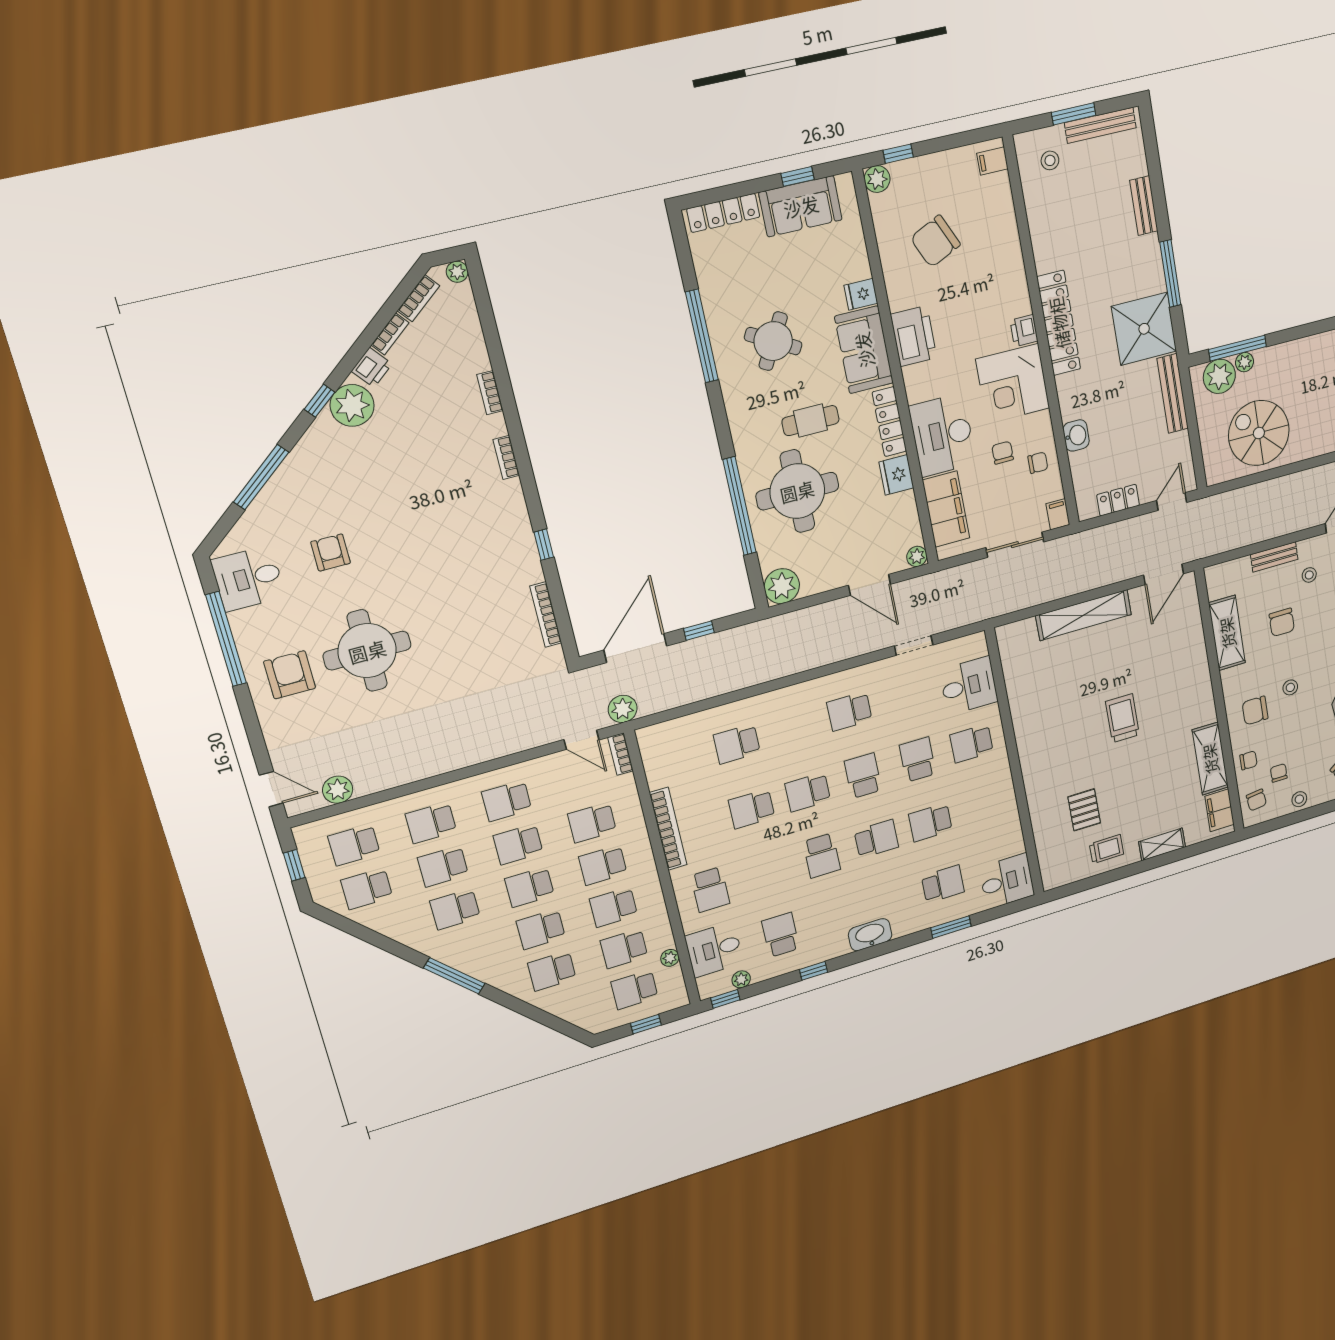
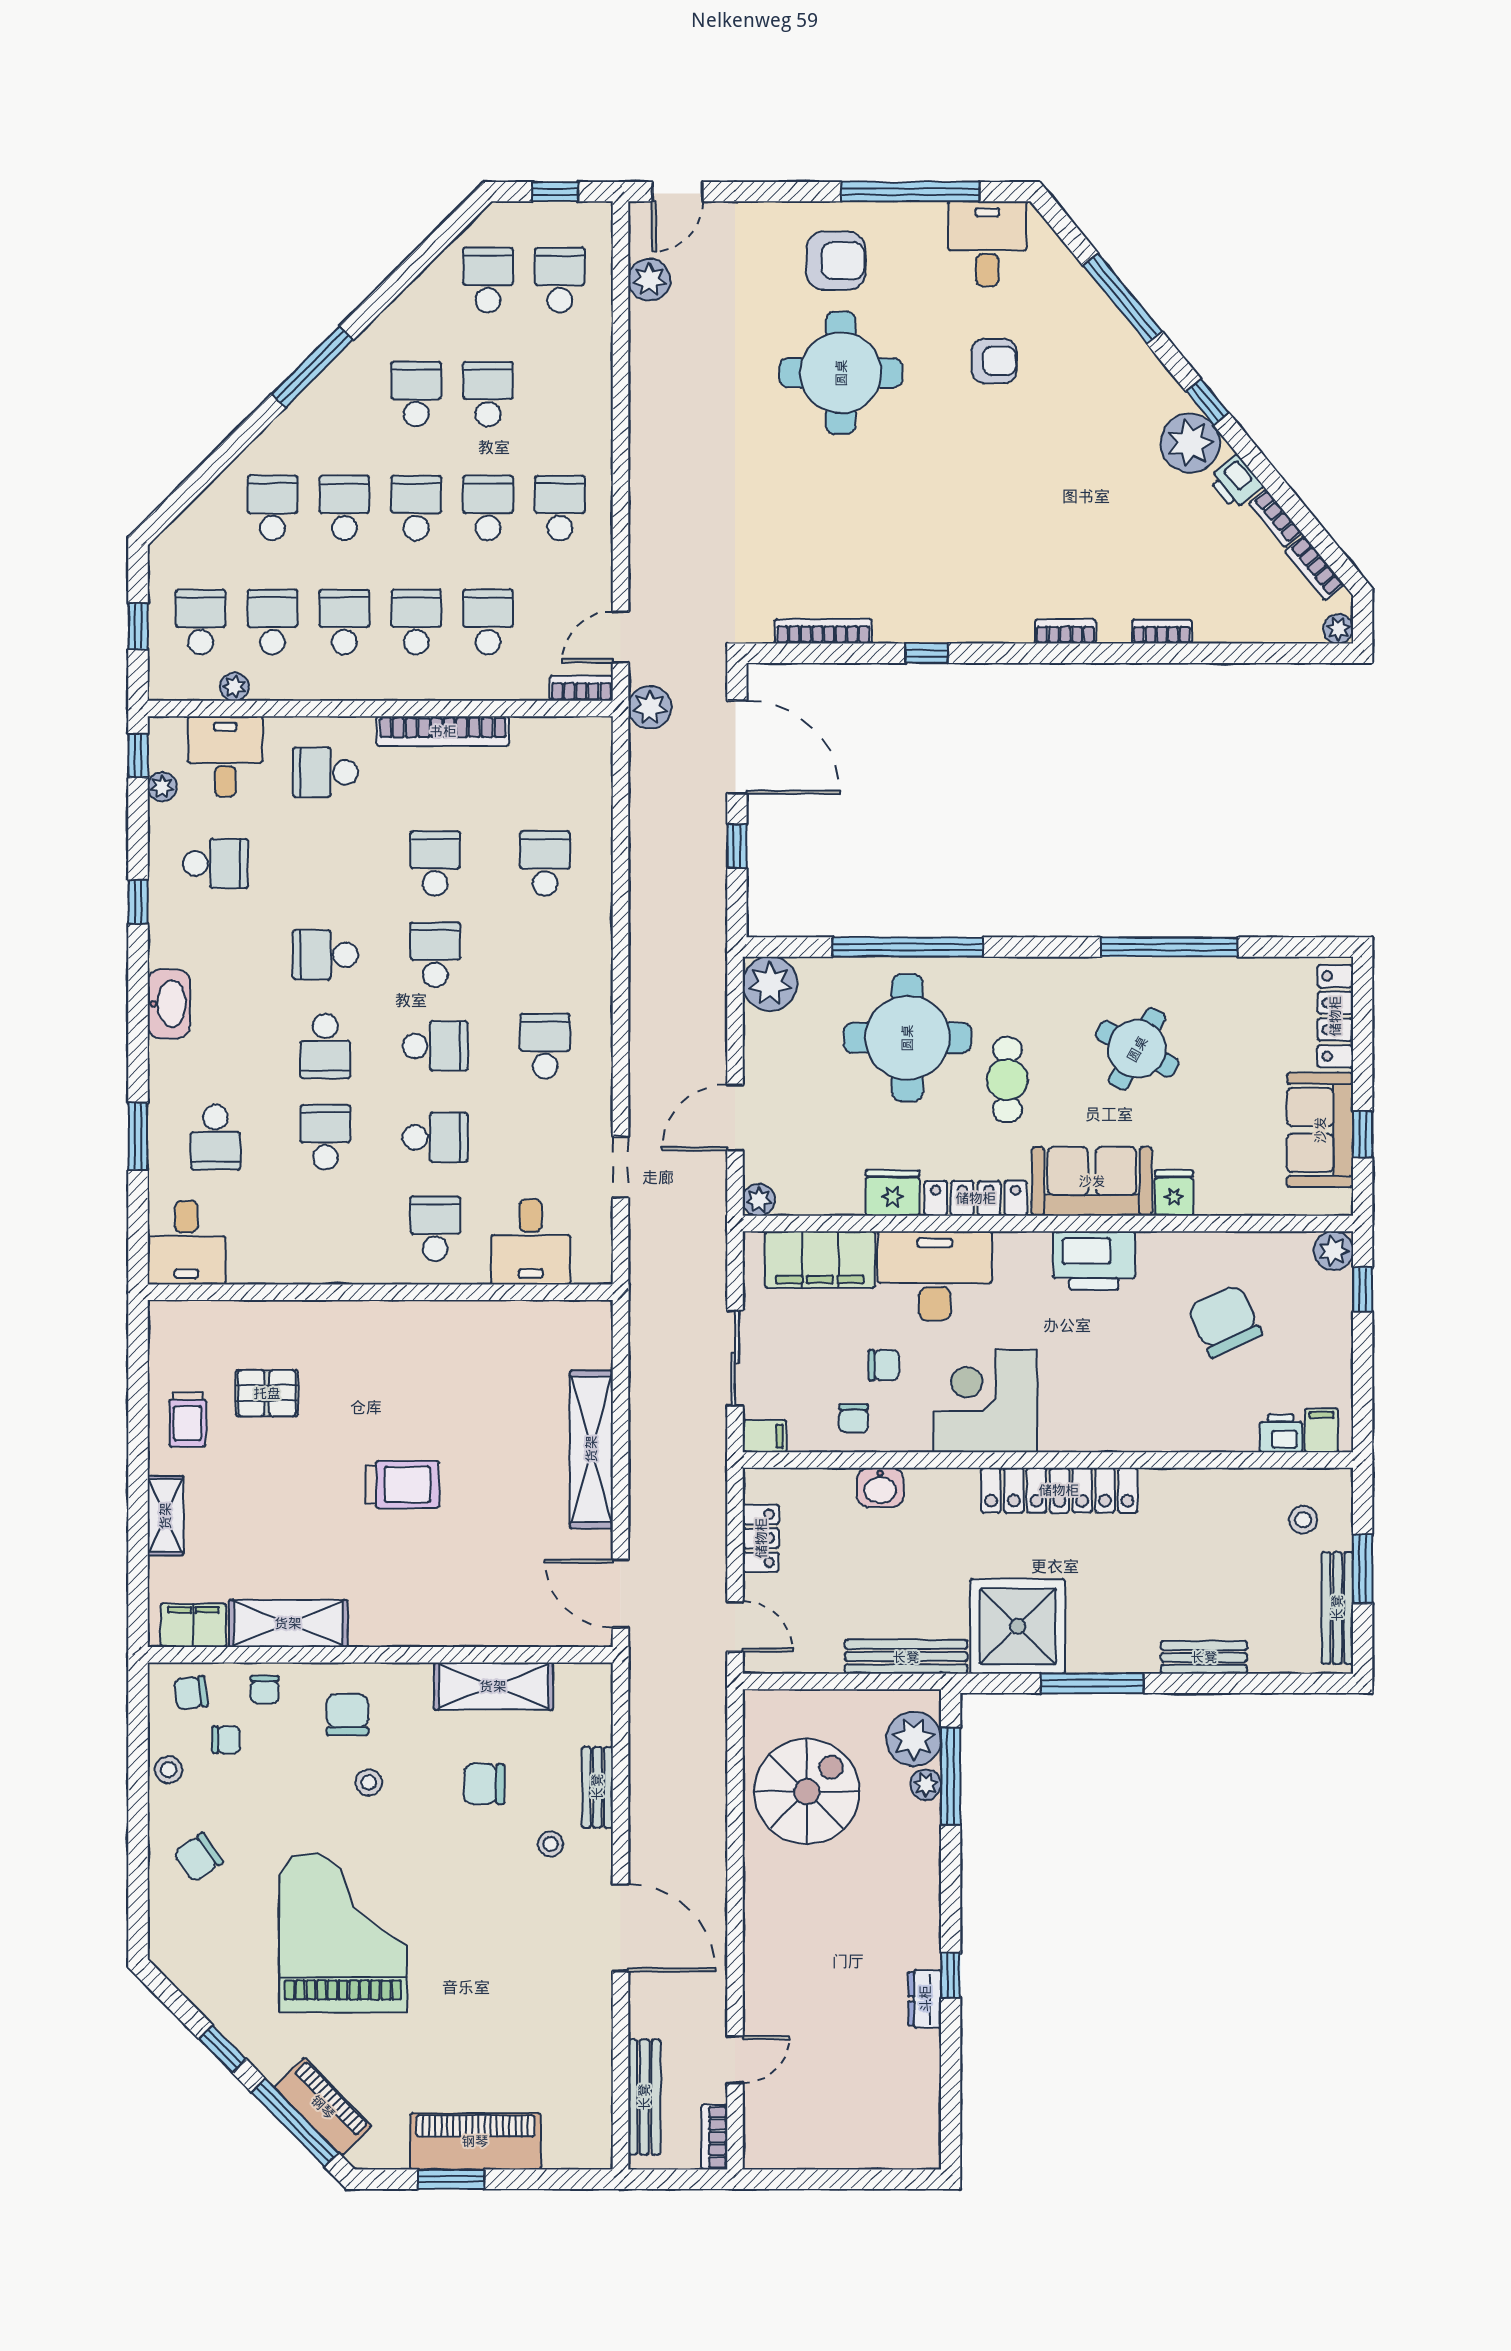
printer: (1024, 331) -> (1281, 1433), moved
school desk: (431, 823) -> (560, 394), removed

